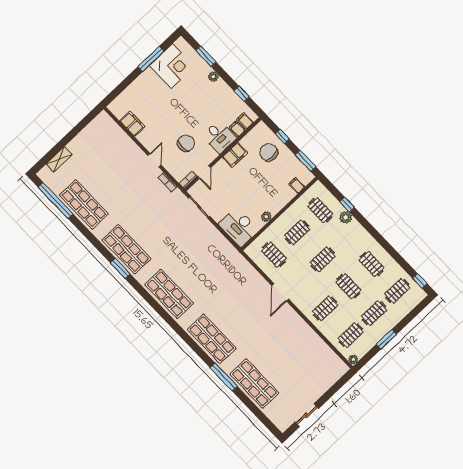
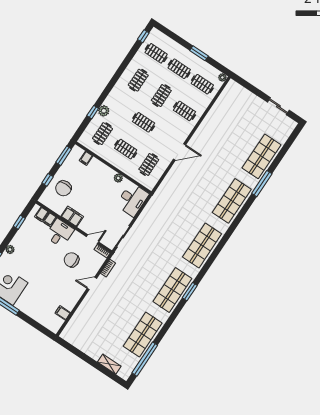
filing cabinet: (132, 124) -> (63, 313), width x0.50

